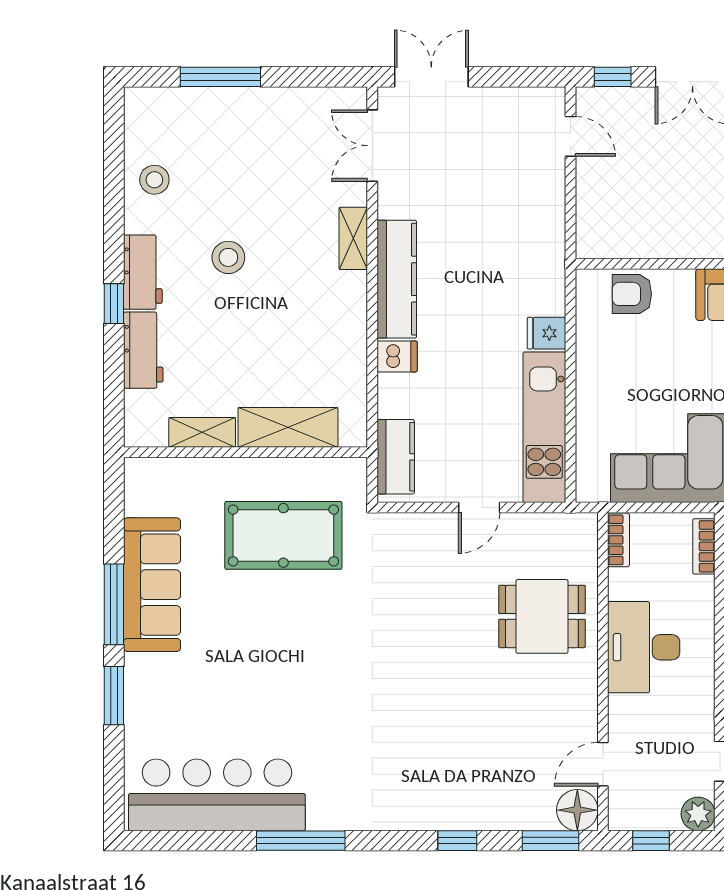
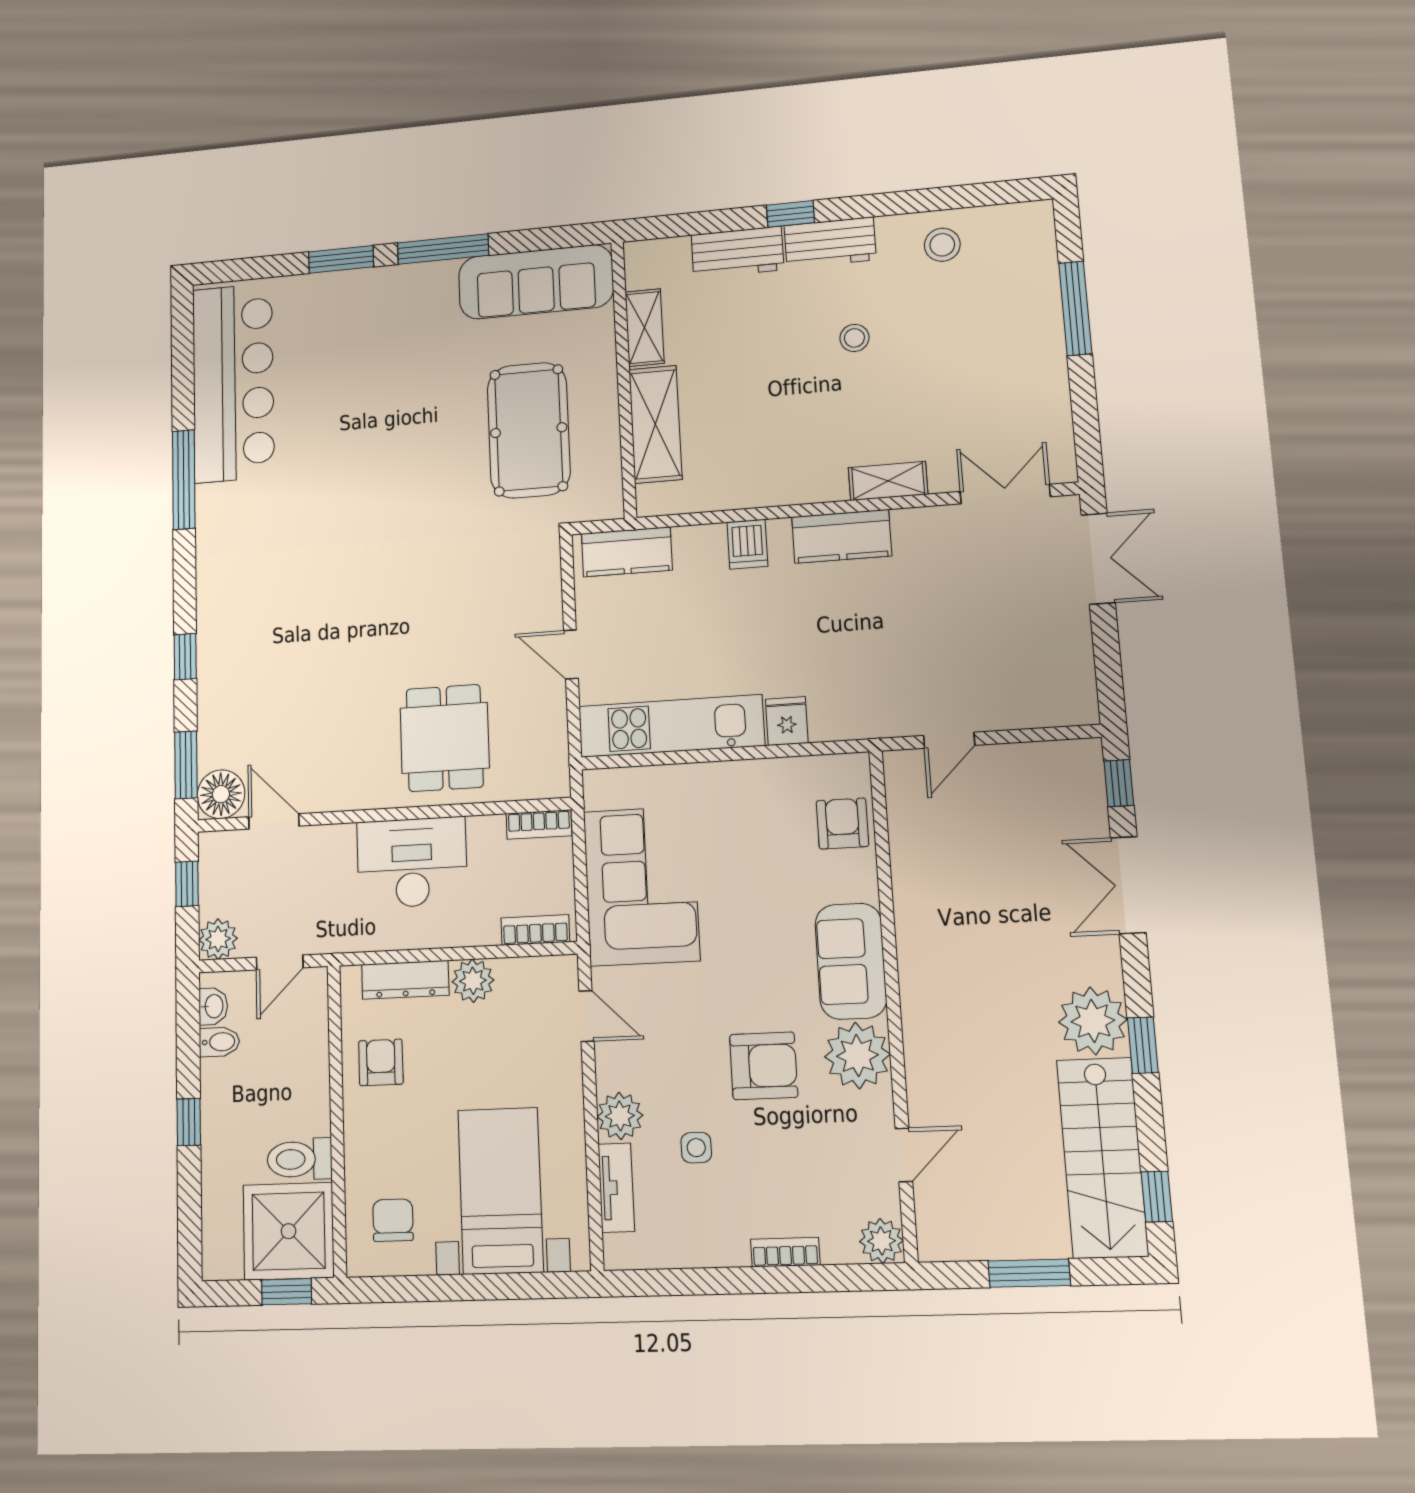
door: (570, 136) -> (949, 740), moved
stool: (228, 257) -> (854, 338), width x0.73, depth x0.73
kitchen counter: (397, 279) -> (842, 536), width x0.67
sofa: (152, 585) -> (536, 282), moved

